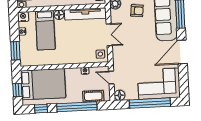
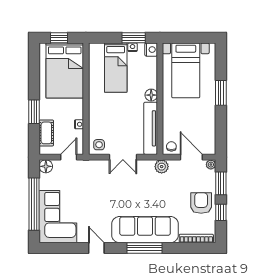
armchair: (137, 11) -> (151, 194), removed
bed: (45, 30) -> (116, 68), moved, turned -90
window: (15, 51) -> (134, 38), moved
door: (182, 52) -> (96, 248), width x0.53
window: (77, 107) -> (34, 112), width x0.47
window: (41, 109) -> (34, 66), removed

